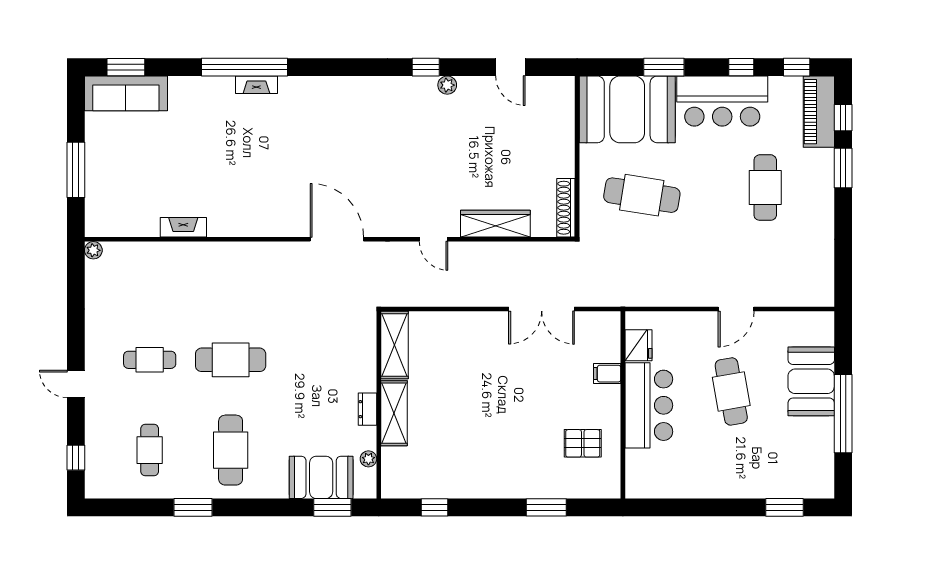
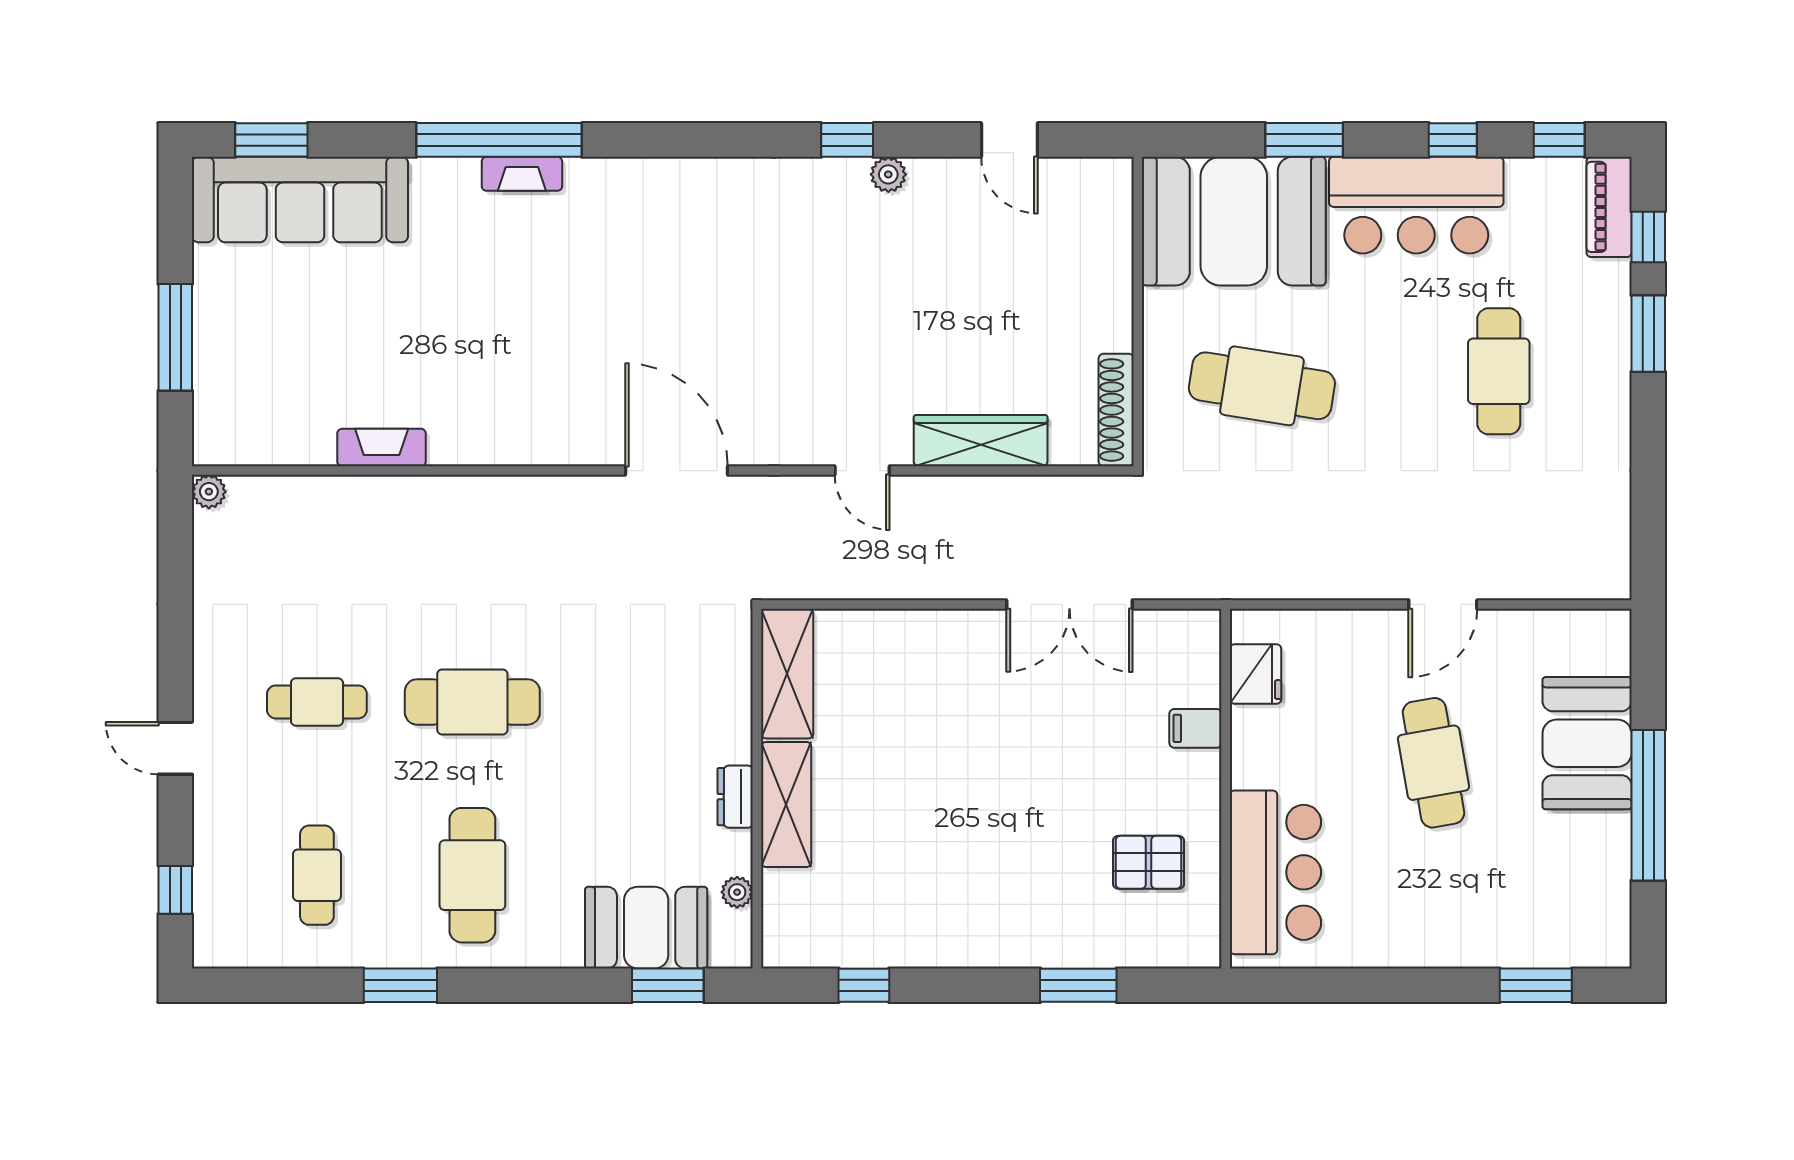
sofa: (126, 93) -> (300, 200), width x1.36, depth x1.27
piano: (819, 112) -> (1609, 207), width x0.73, depth x0.75
bar counter: (649, 405) -> (1275, 872), moved

